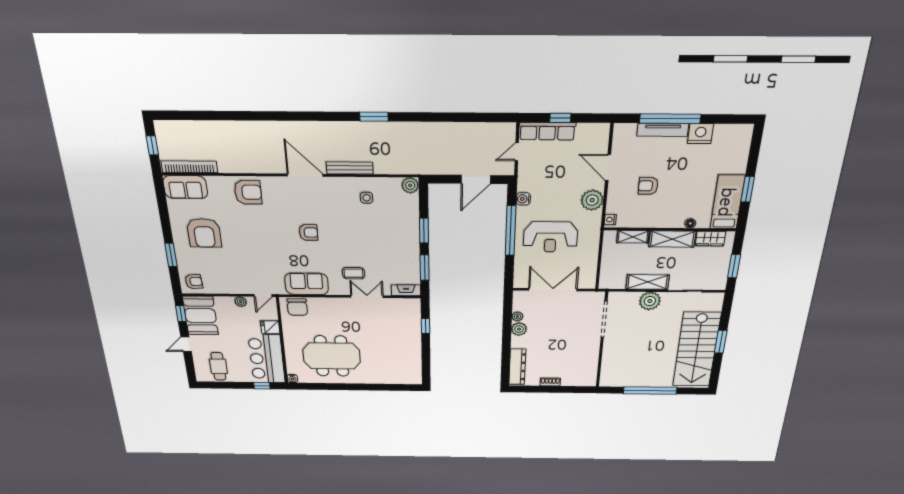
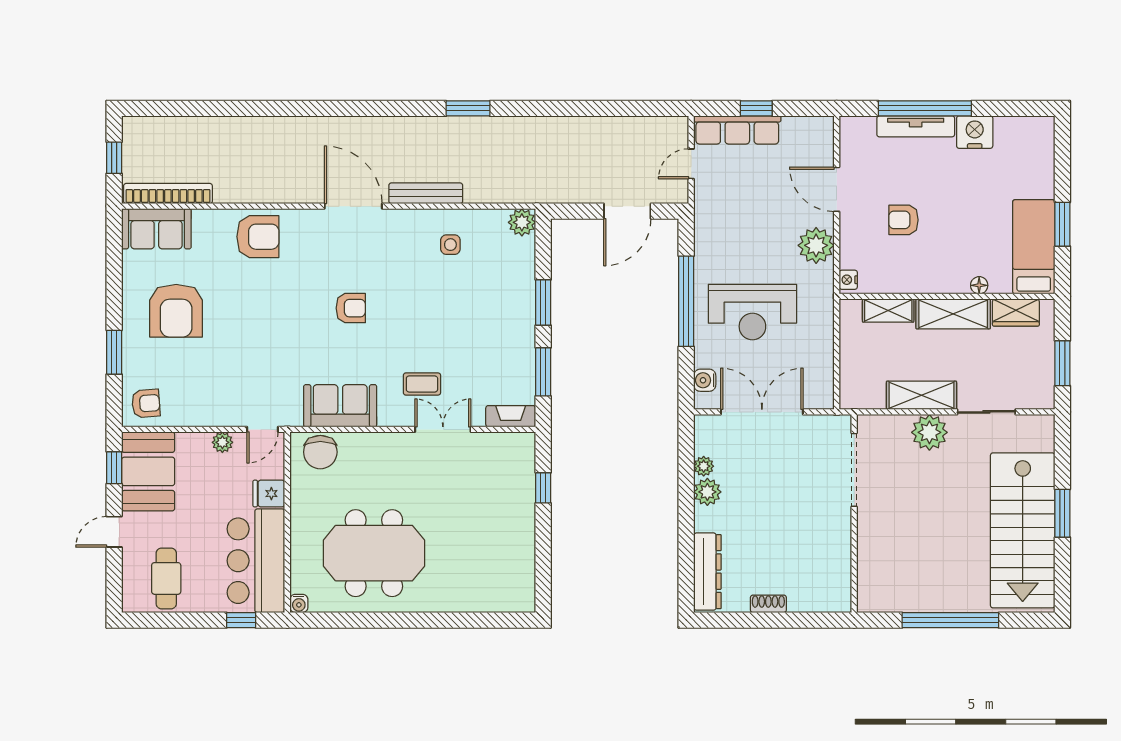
water cooler: (523, 199) -> (705, 380), moved

